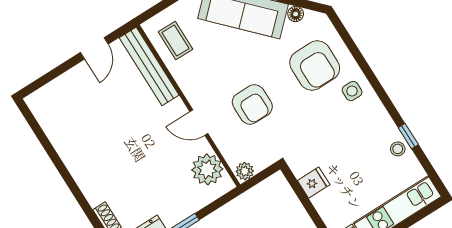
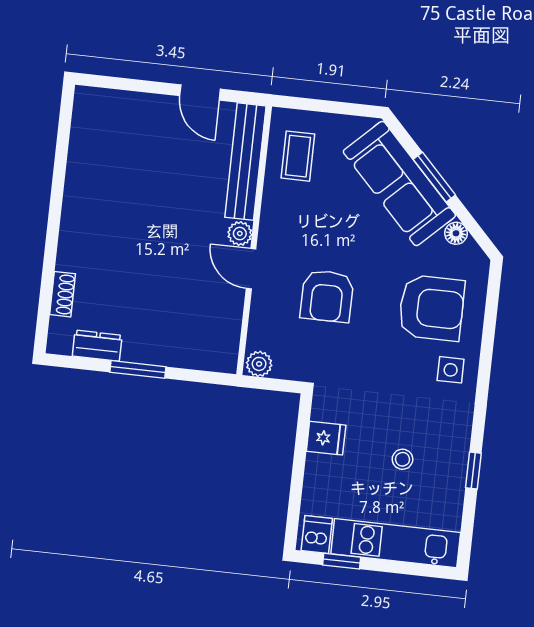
door: (94, 48) -> (200, 92), hinge flipped
armchair: (315, 66) -> (431, 308), turned -90
stool: (398, 149) -> (402, 459), moved
plant: (207, 169) -> (240, 233), moved, width x0.53, depth x0.53

